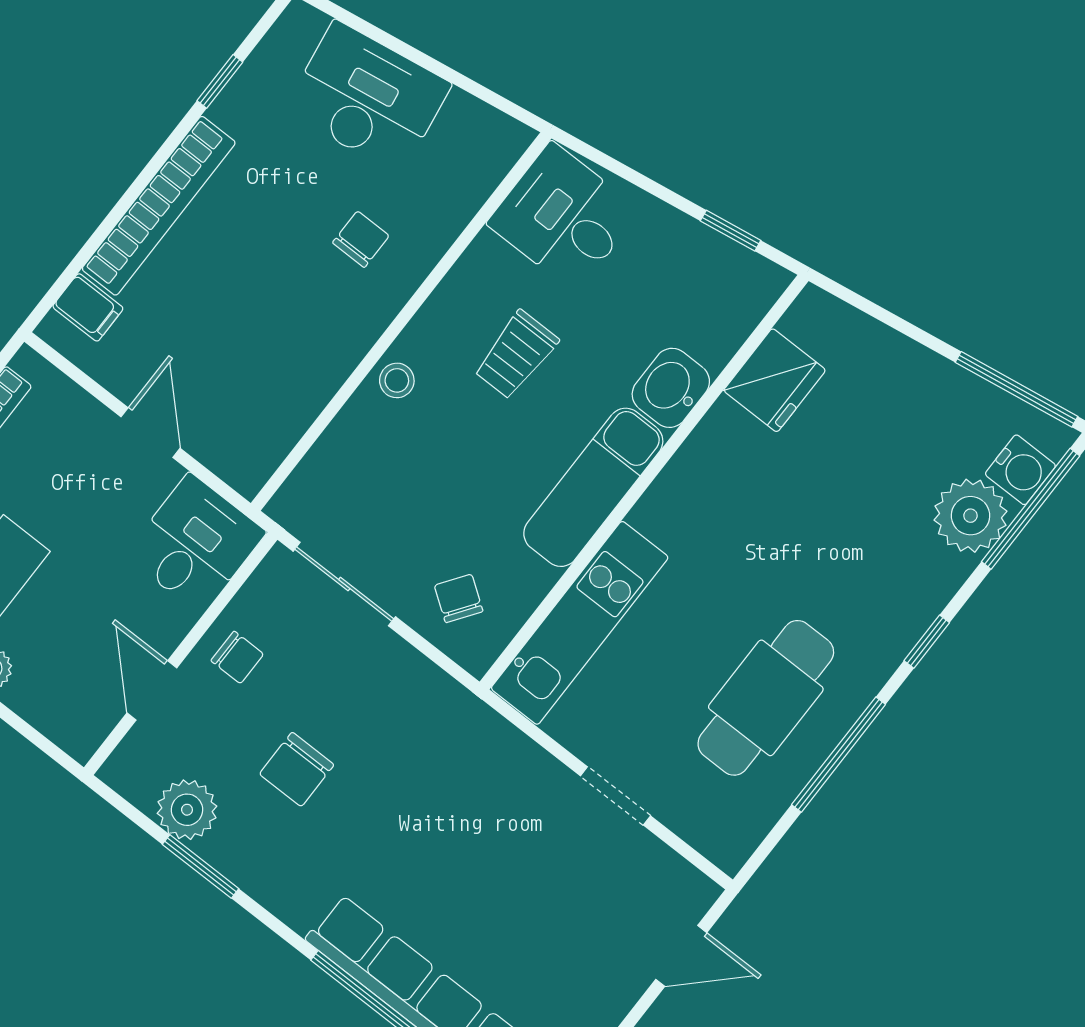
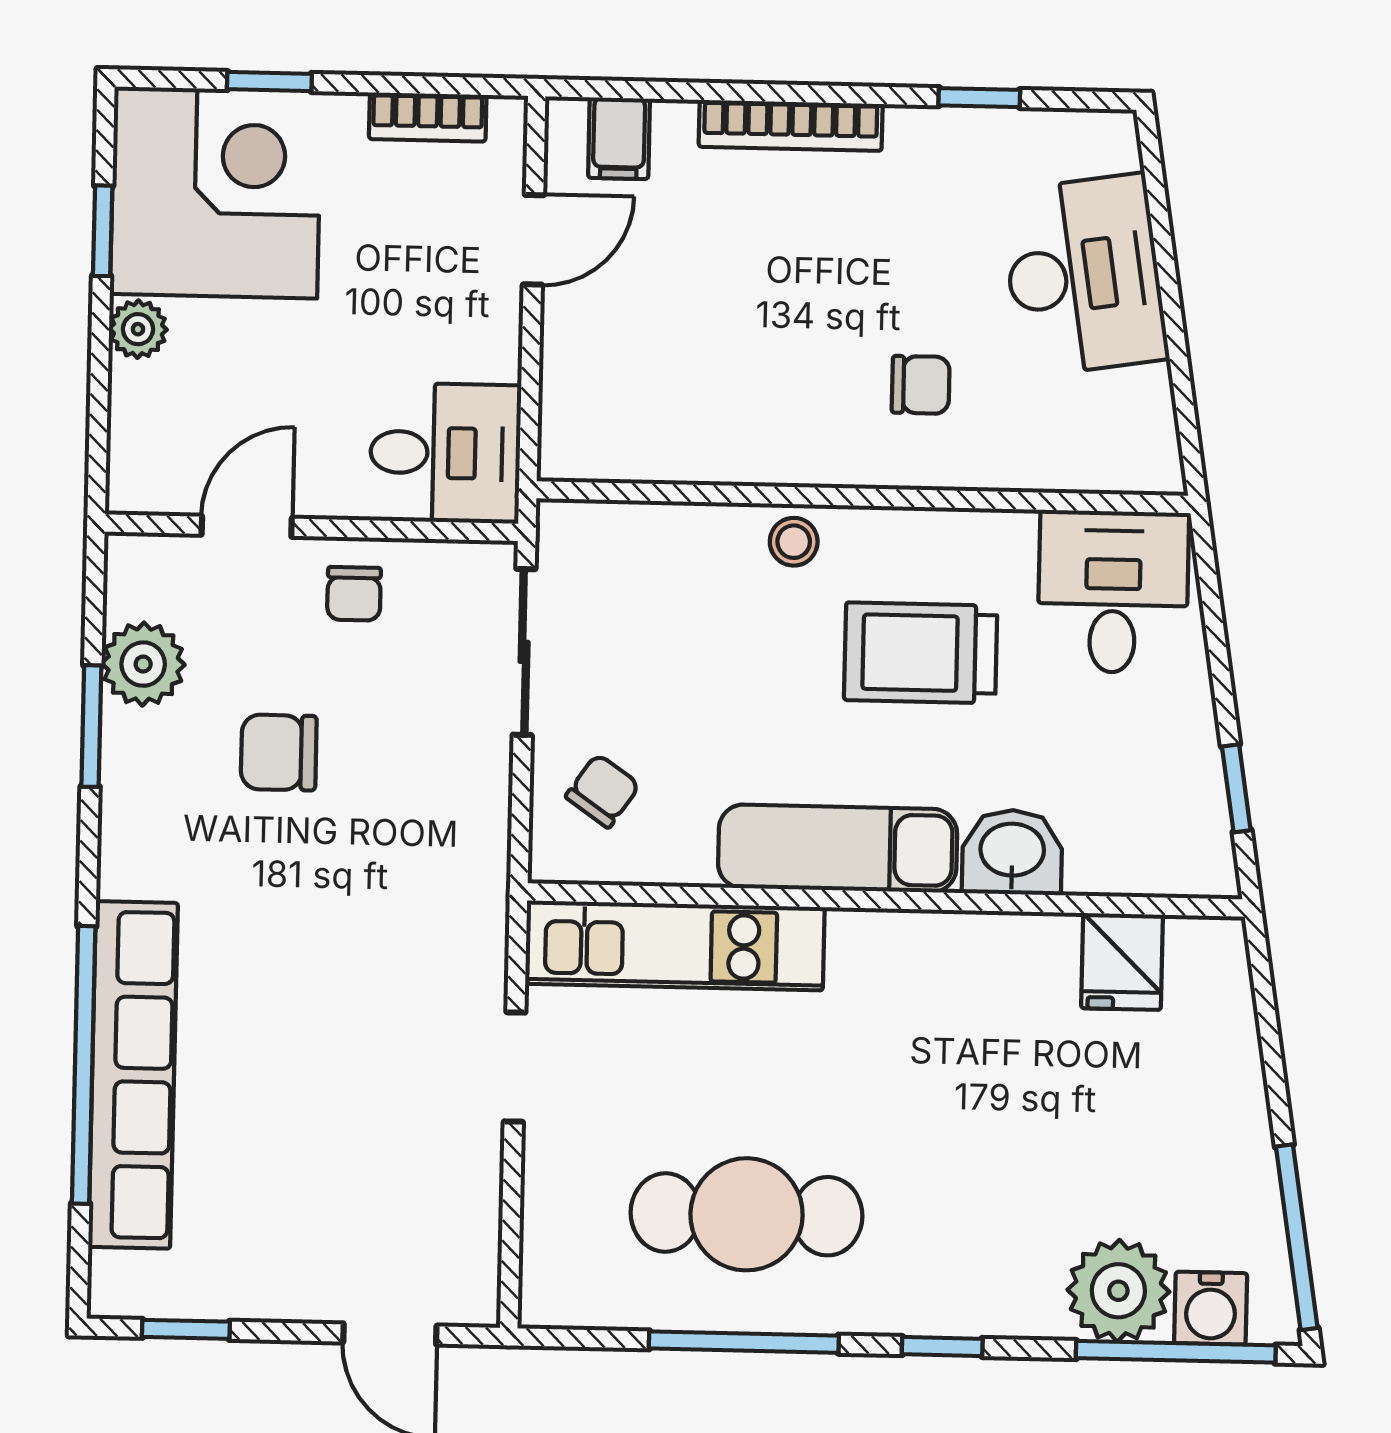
bookcase: (159, 206) -> (791, 125), width x0.68, depth x0.76
trolley: (516, 355) -> (921, 653), width x1.36, depth x1.39
fridge: (775, 380) -> (1122, 962), width x0.72
door: (151, 433) -> (533, 240), moved
doorway: (615, 796) -> (515, 1067), moved

